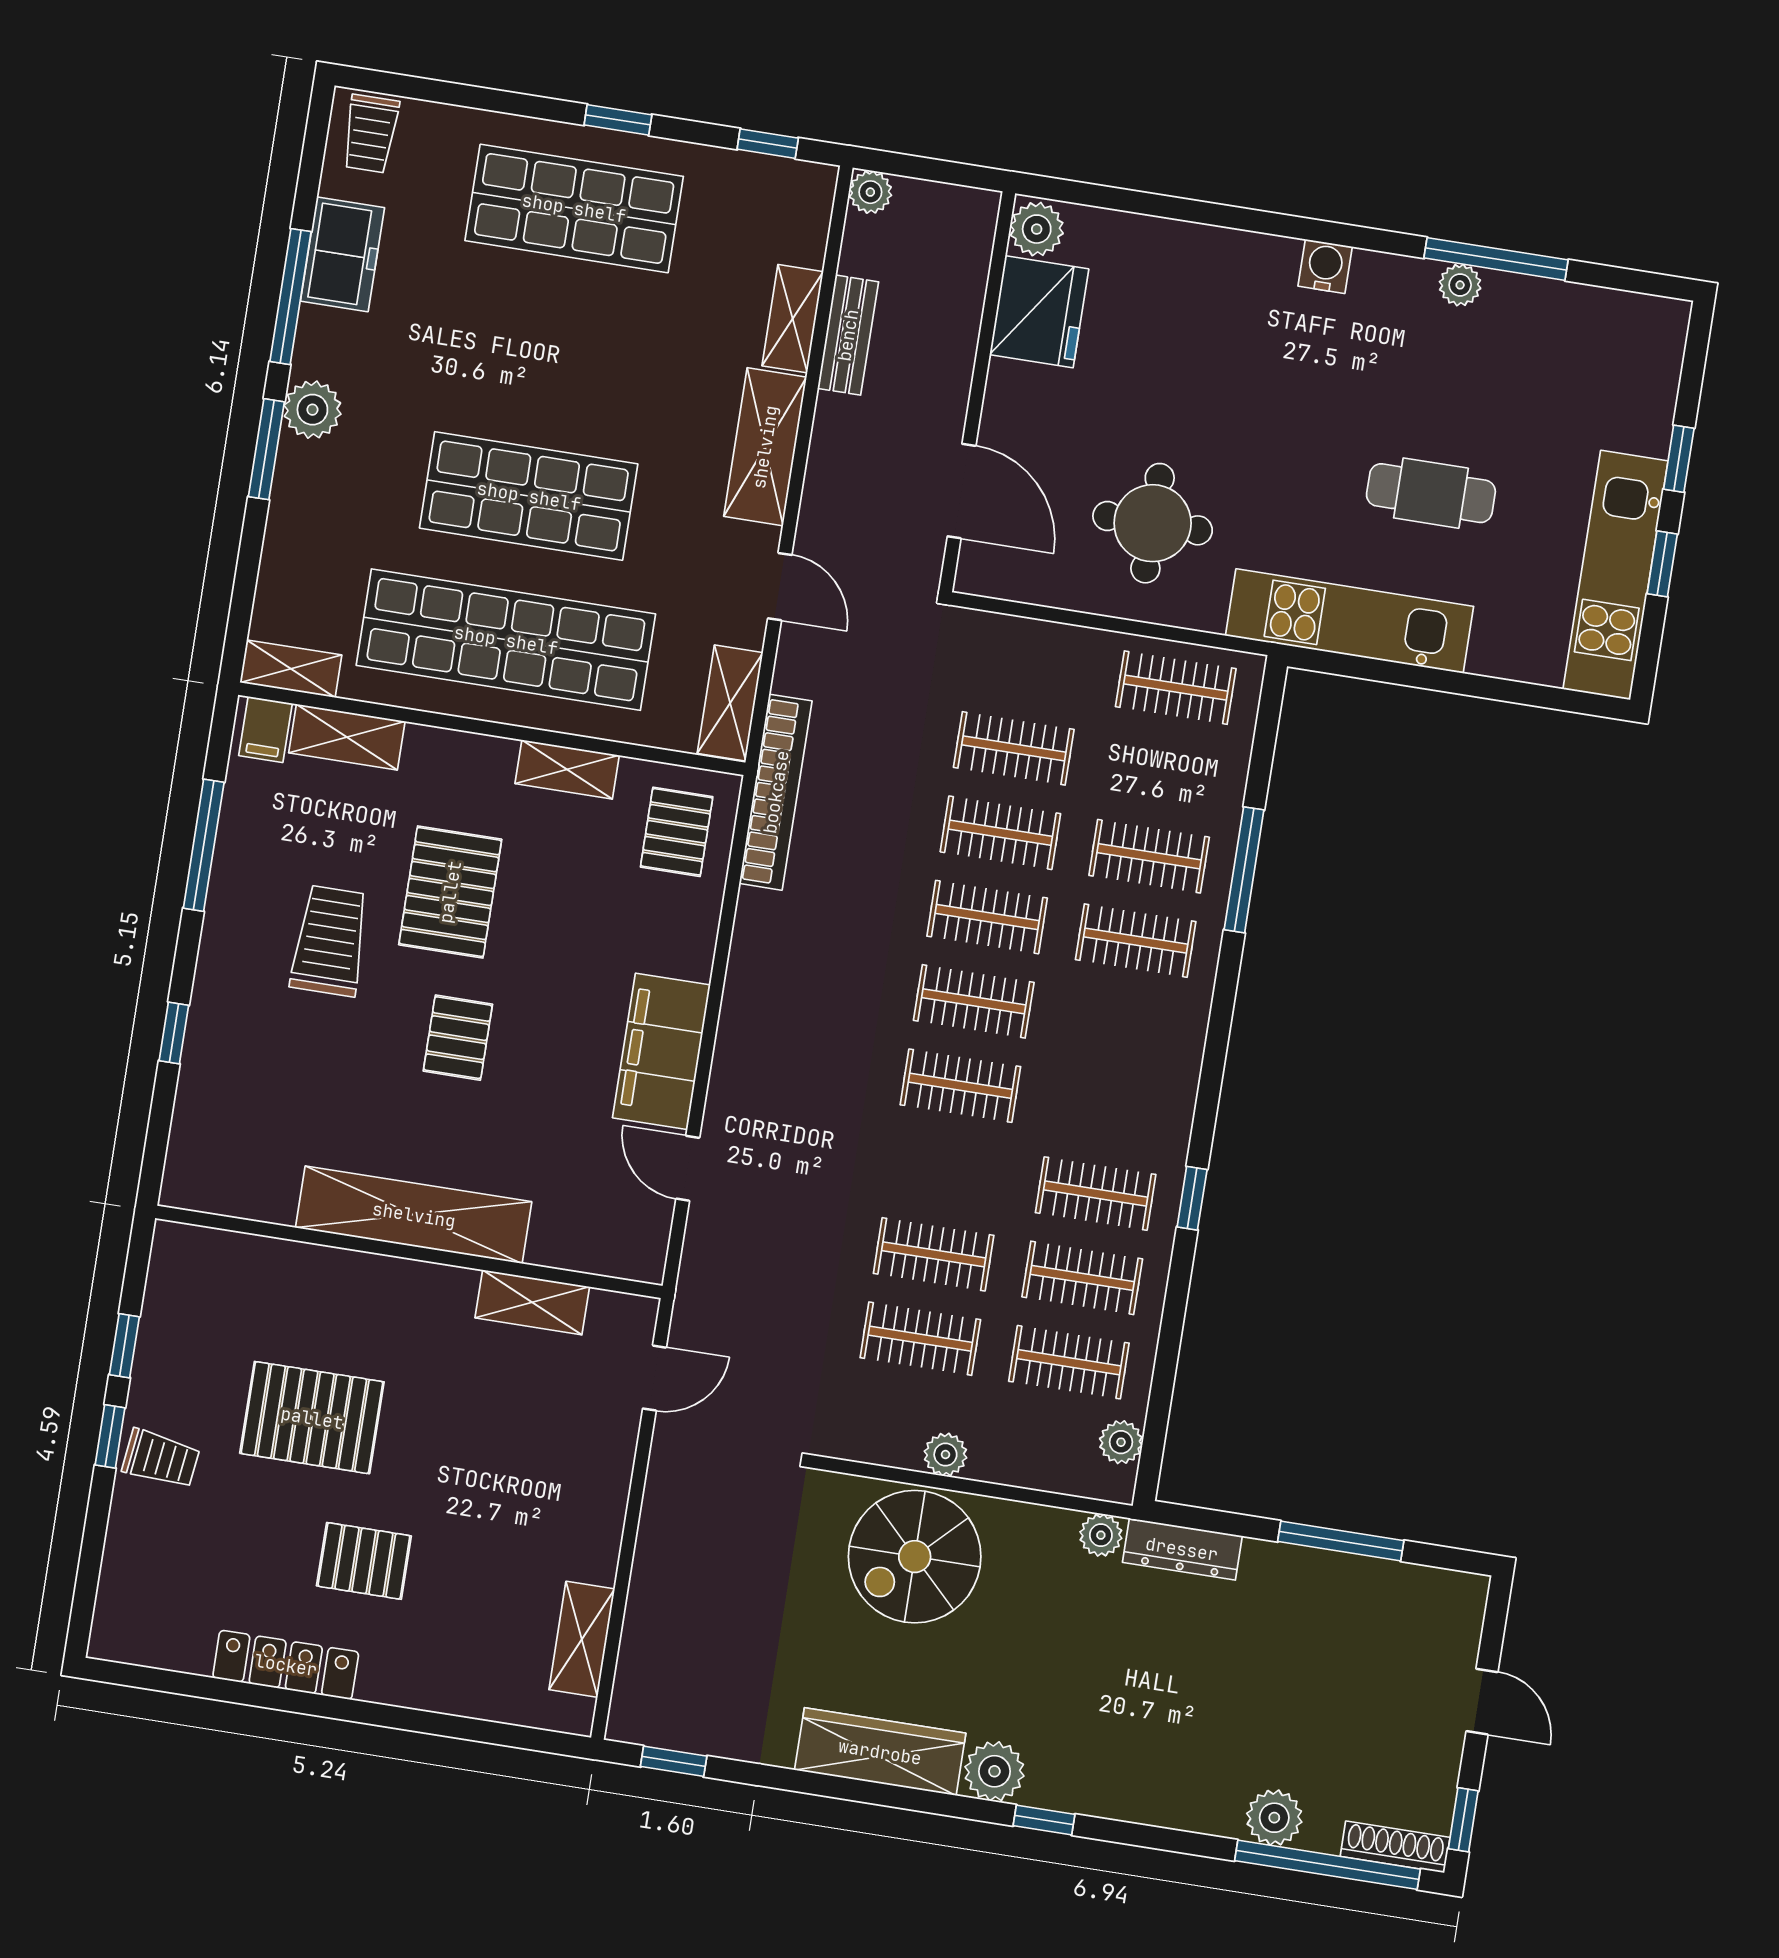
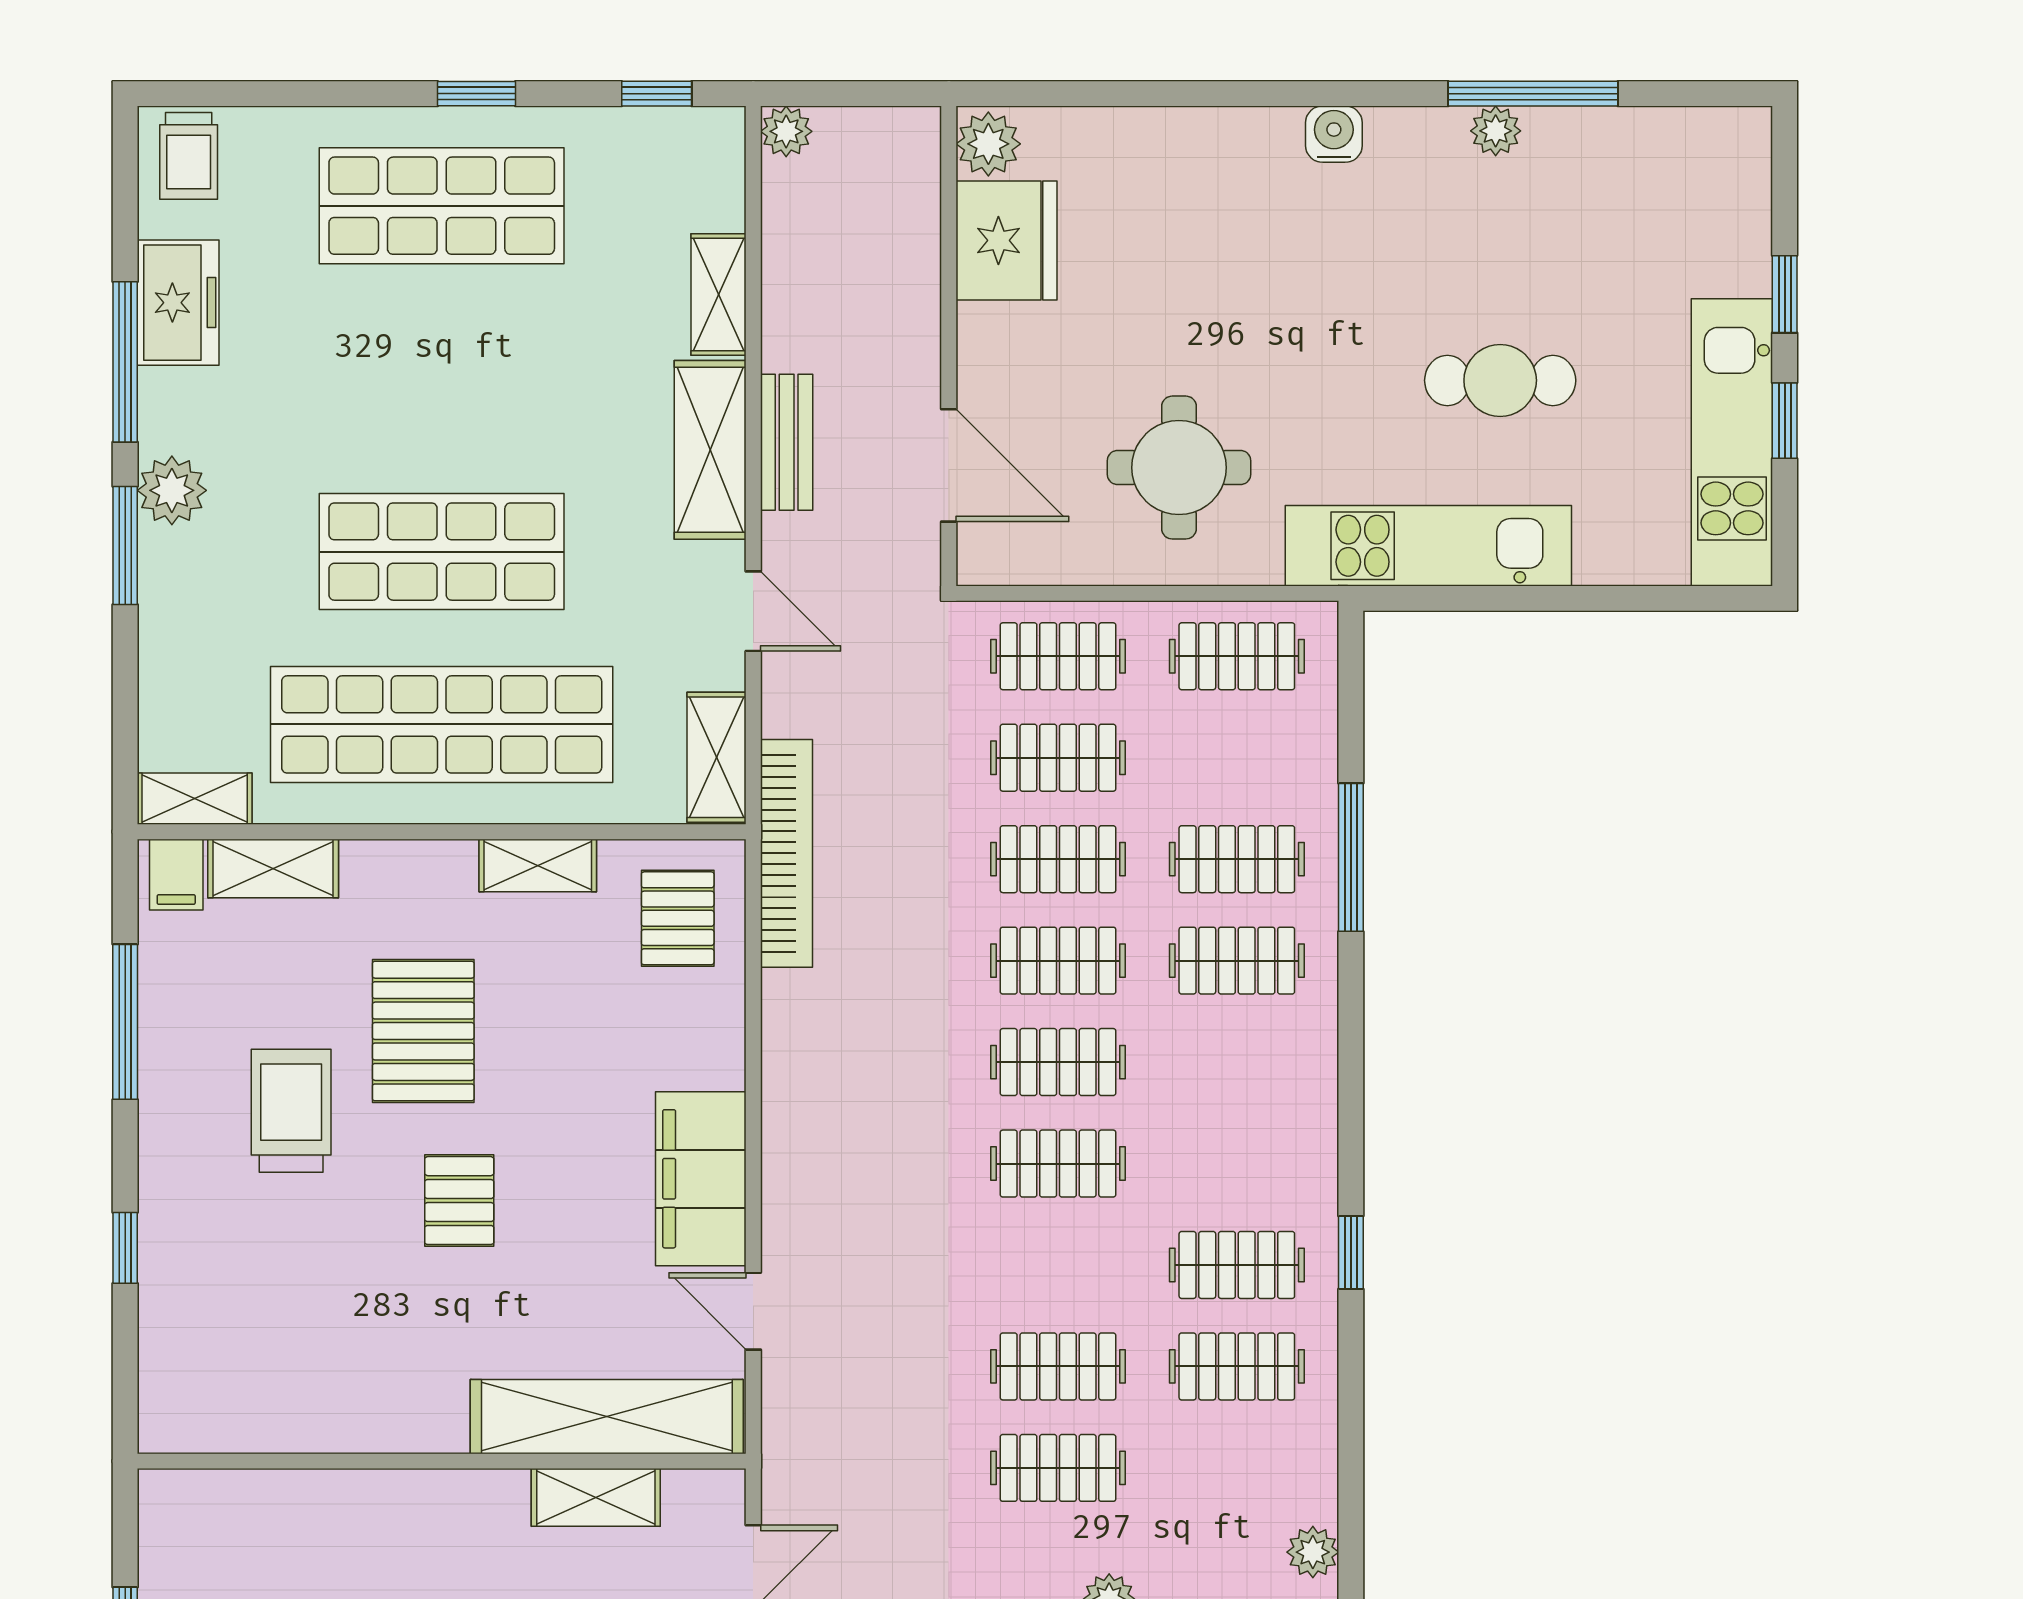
bench: (848, 335) -> (787, 442), moved
shelving: (414, 1215) -> (607, 1417), moved
clothes rail: (1069, 1362) -> (1058, 656), moved

